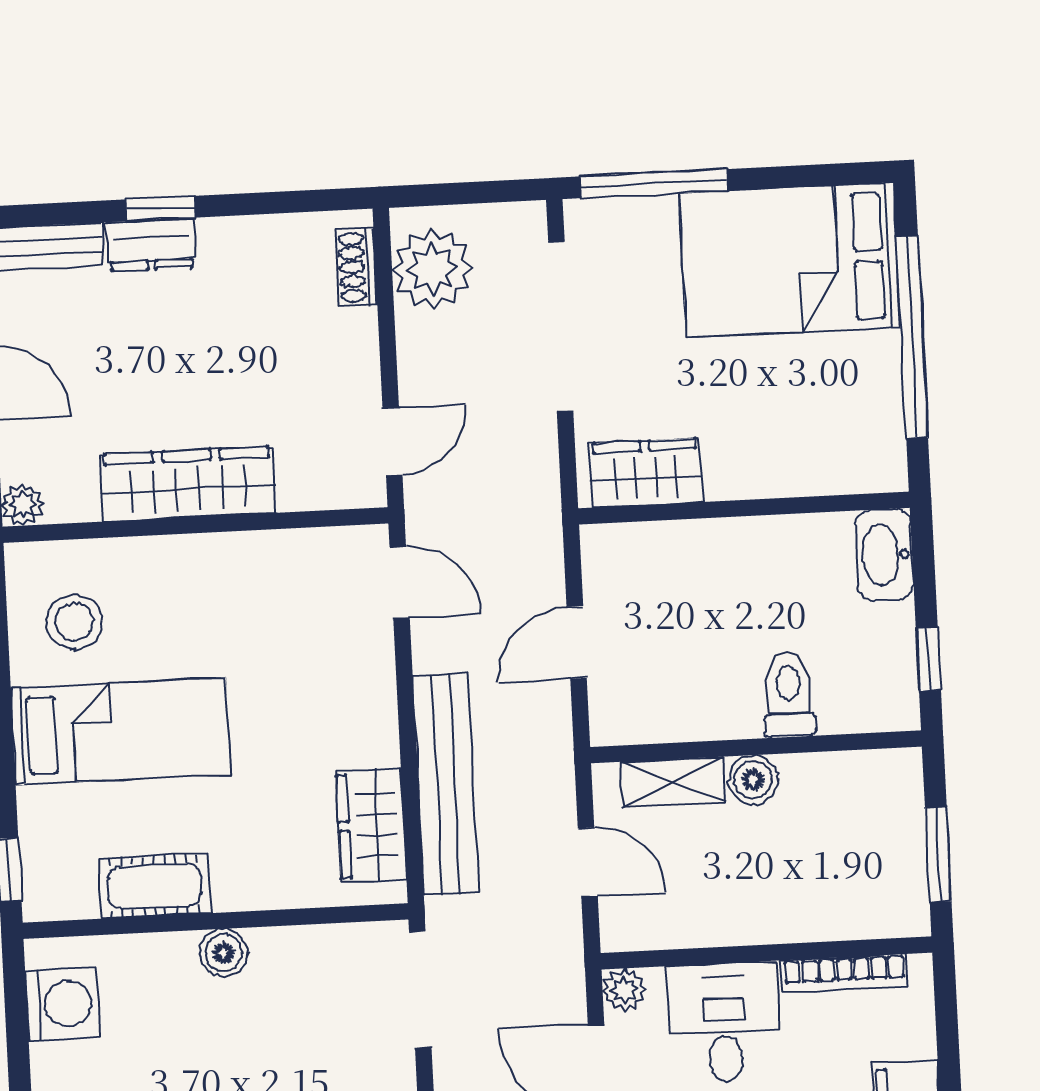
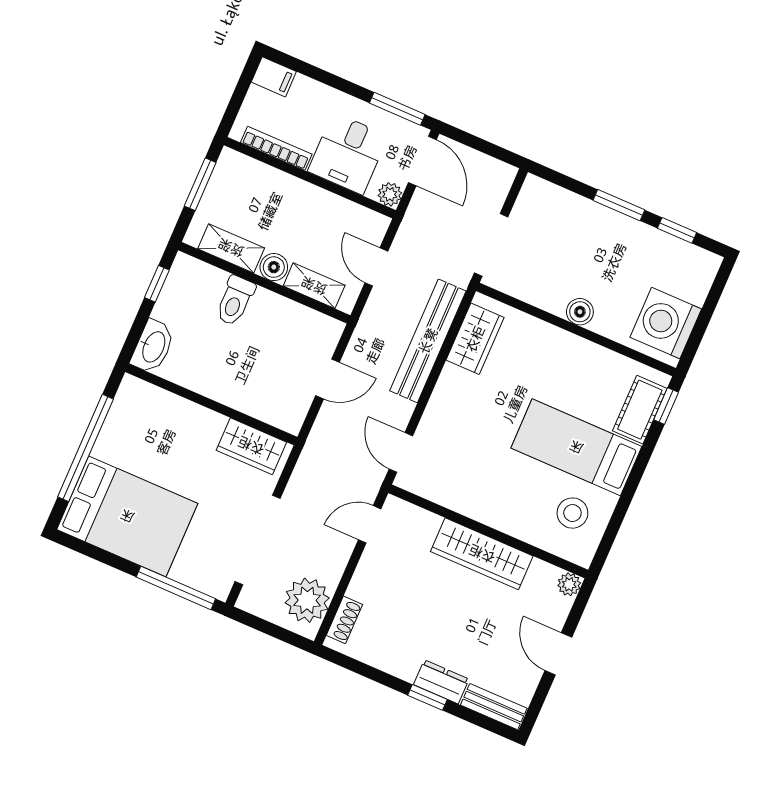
shelving: (837, 776) -> (231, 248), added
cot: (154, 886) -> (640, 410), moved, turned 90
washing machine: (63, 1004) -> (666, 323), width x1.37, depth x1.37

